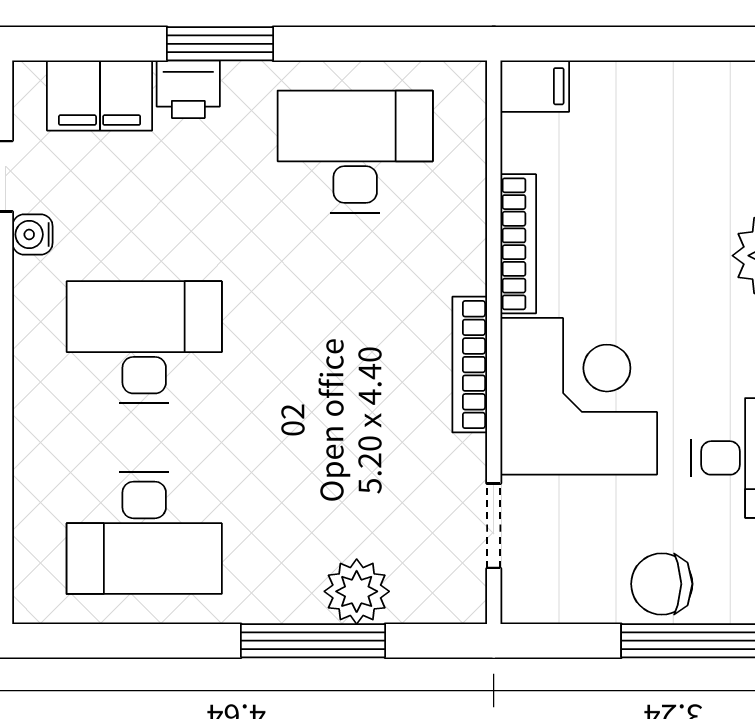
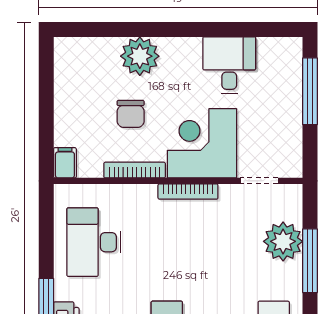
chair: (662, 584) -> (131, 114), moved
plant: (357, 591) -> (283, 241), width x1.36, depth x1.36

